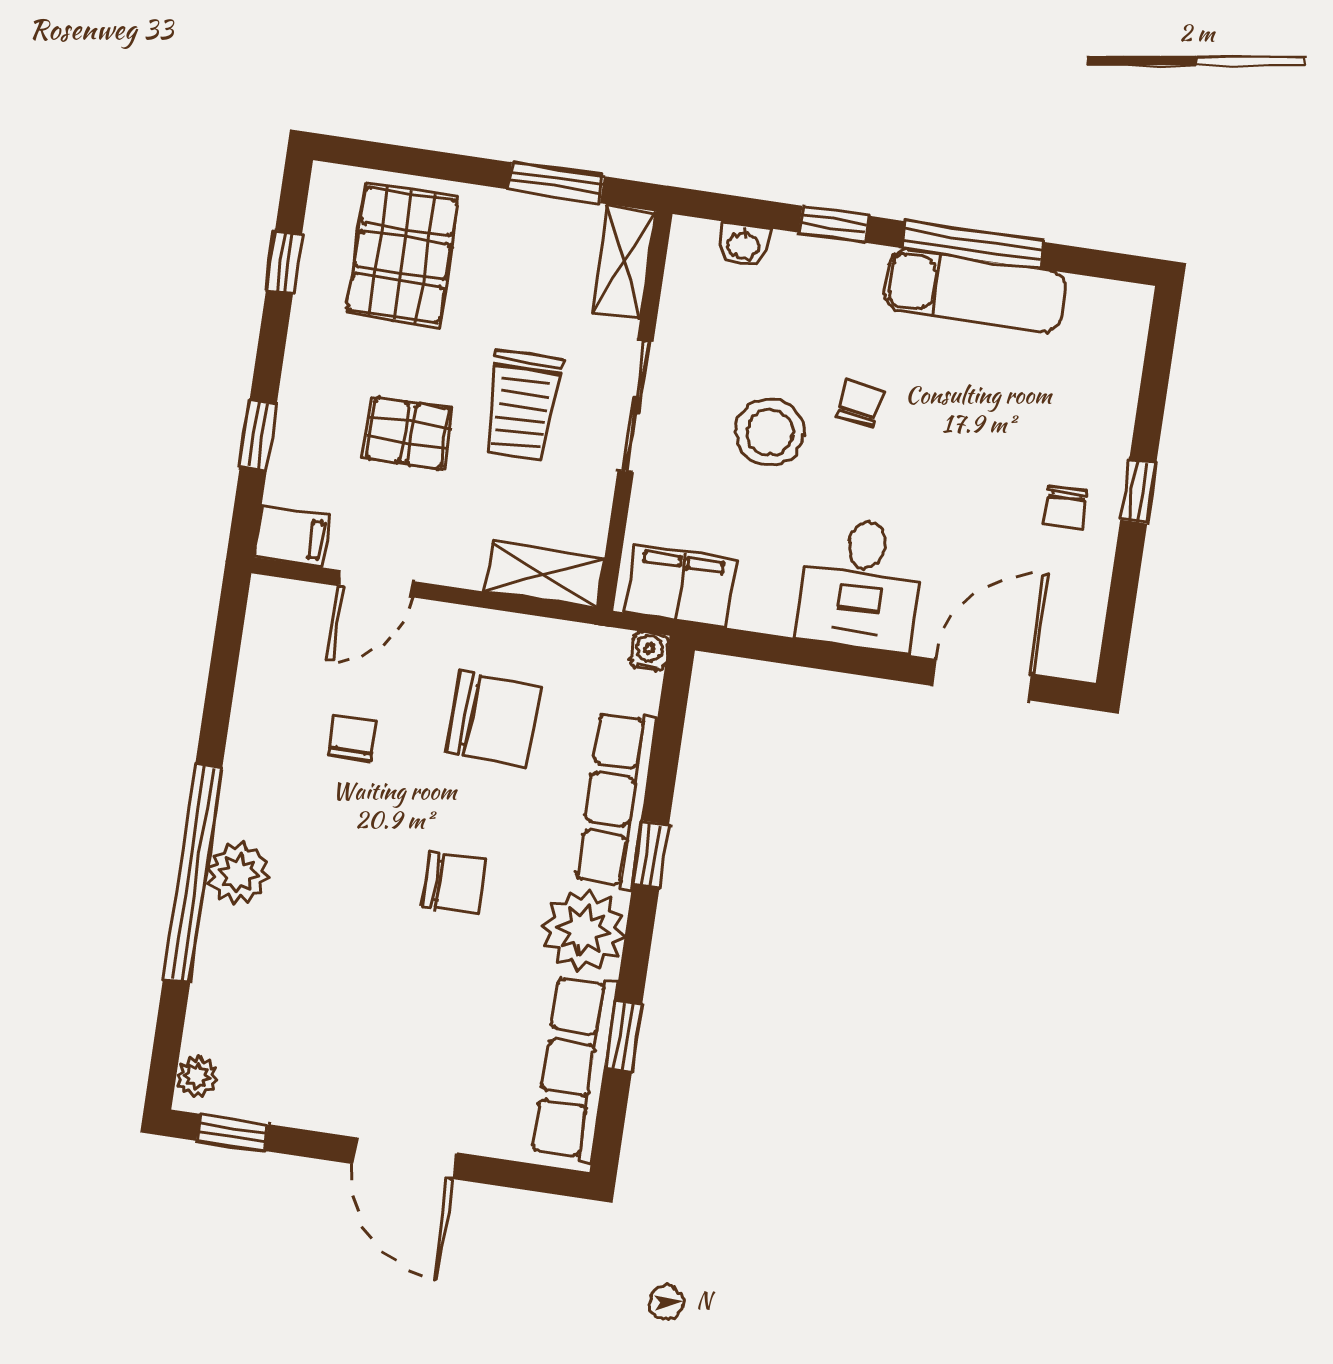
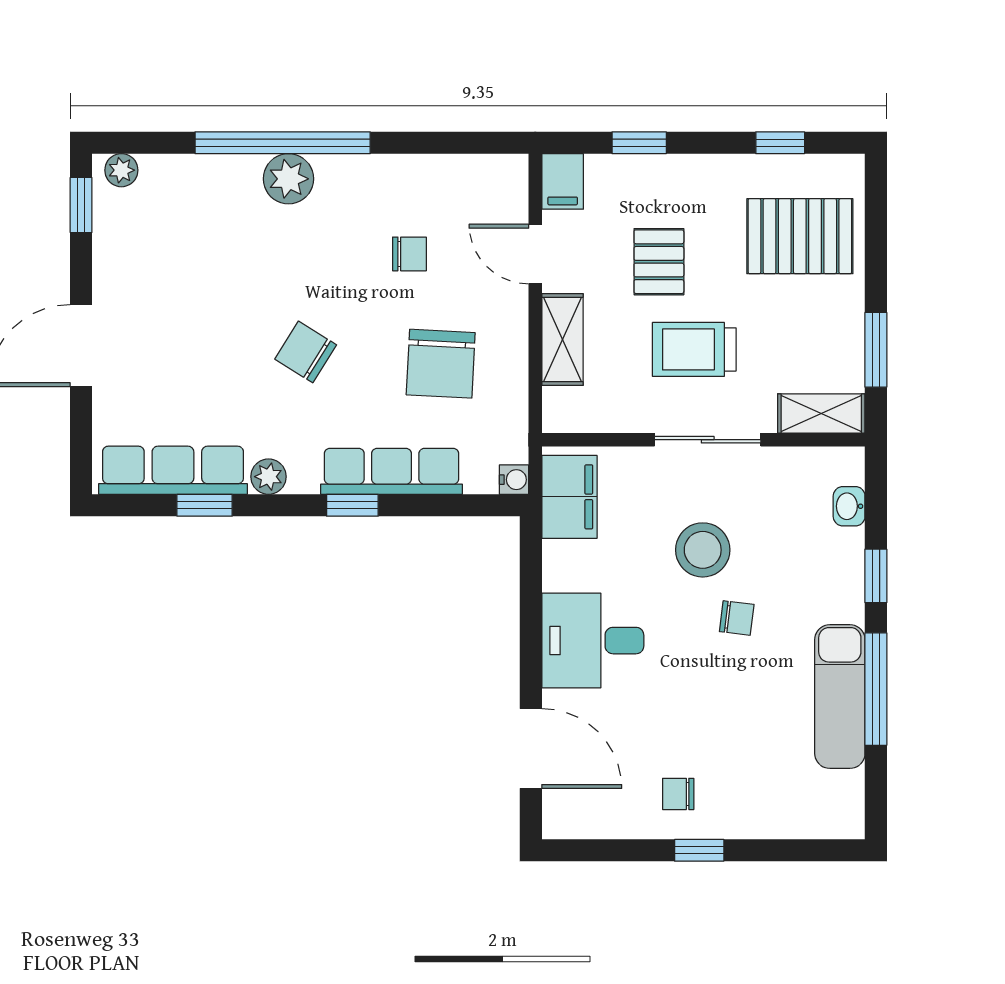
shelving: (544, 575) -> (562, 340), moved
chair: (454, 884) -> (306, 352), turned 122
plant: (584, 930) -> (268, 477), width x0.53, depth x0.53

